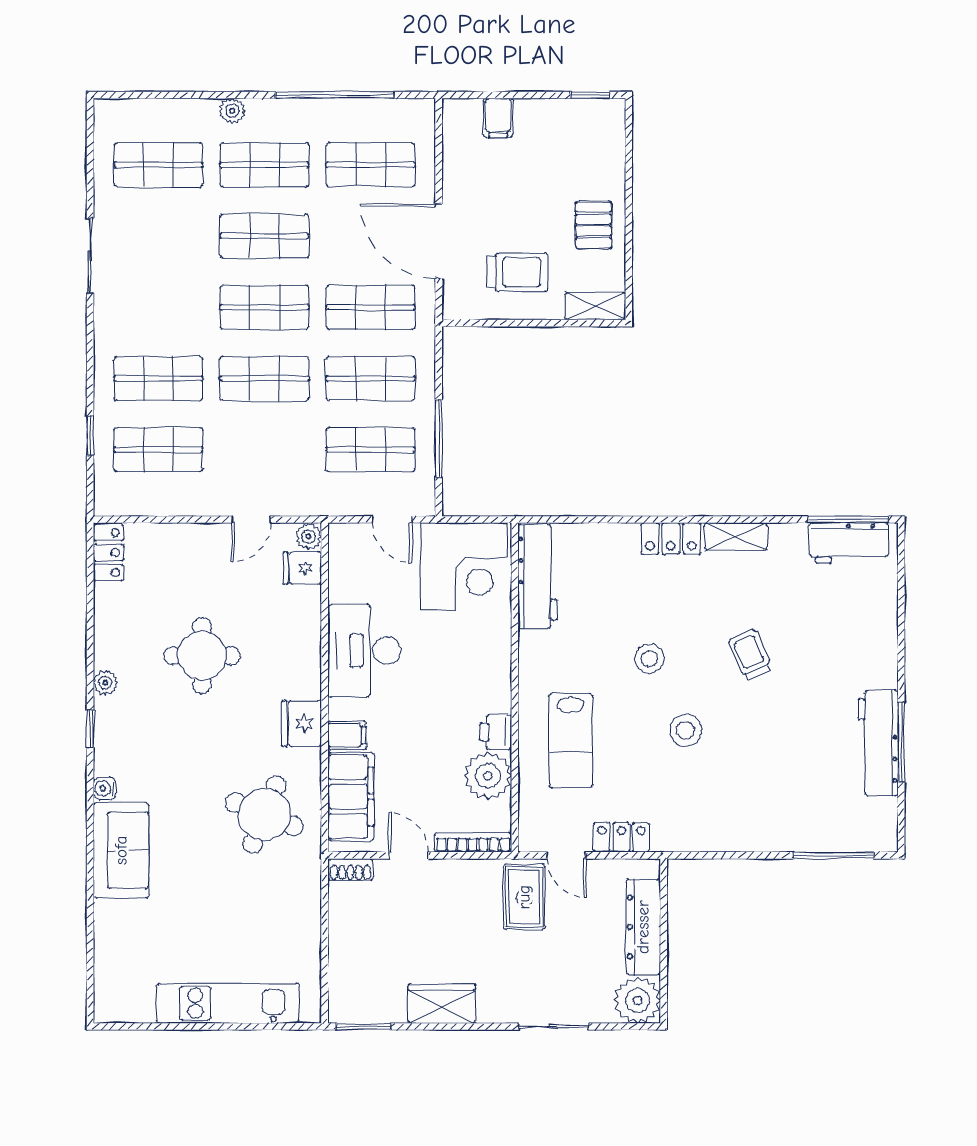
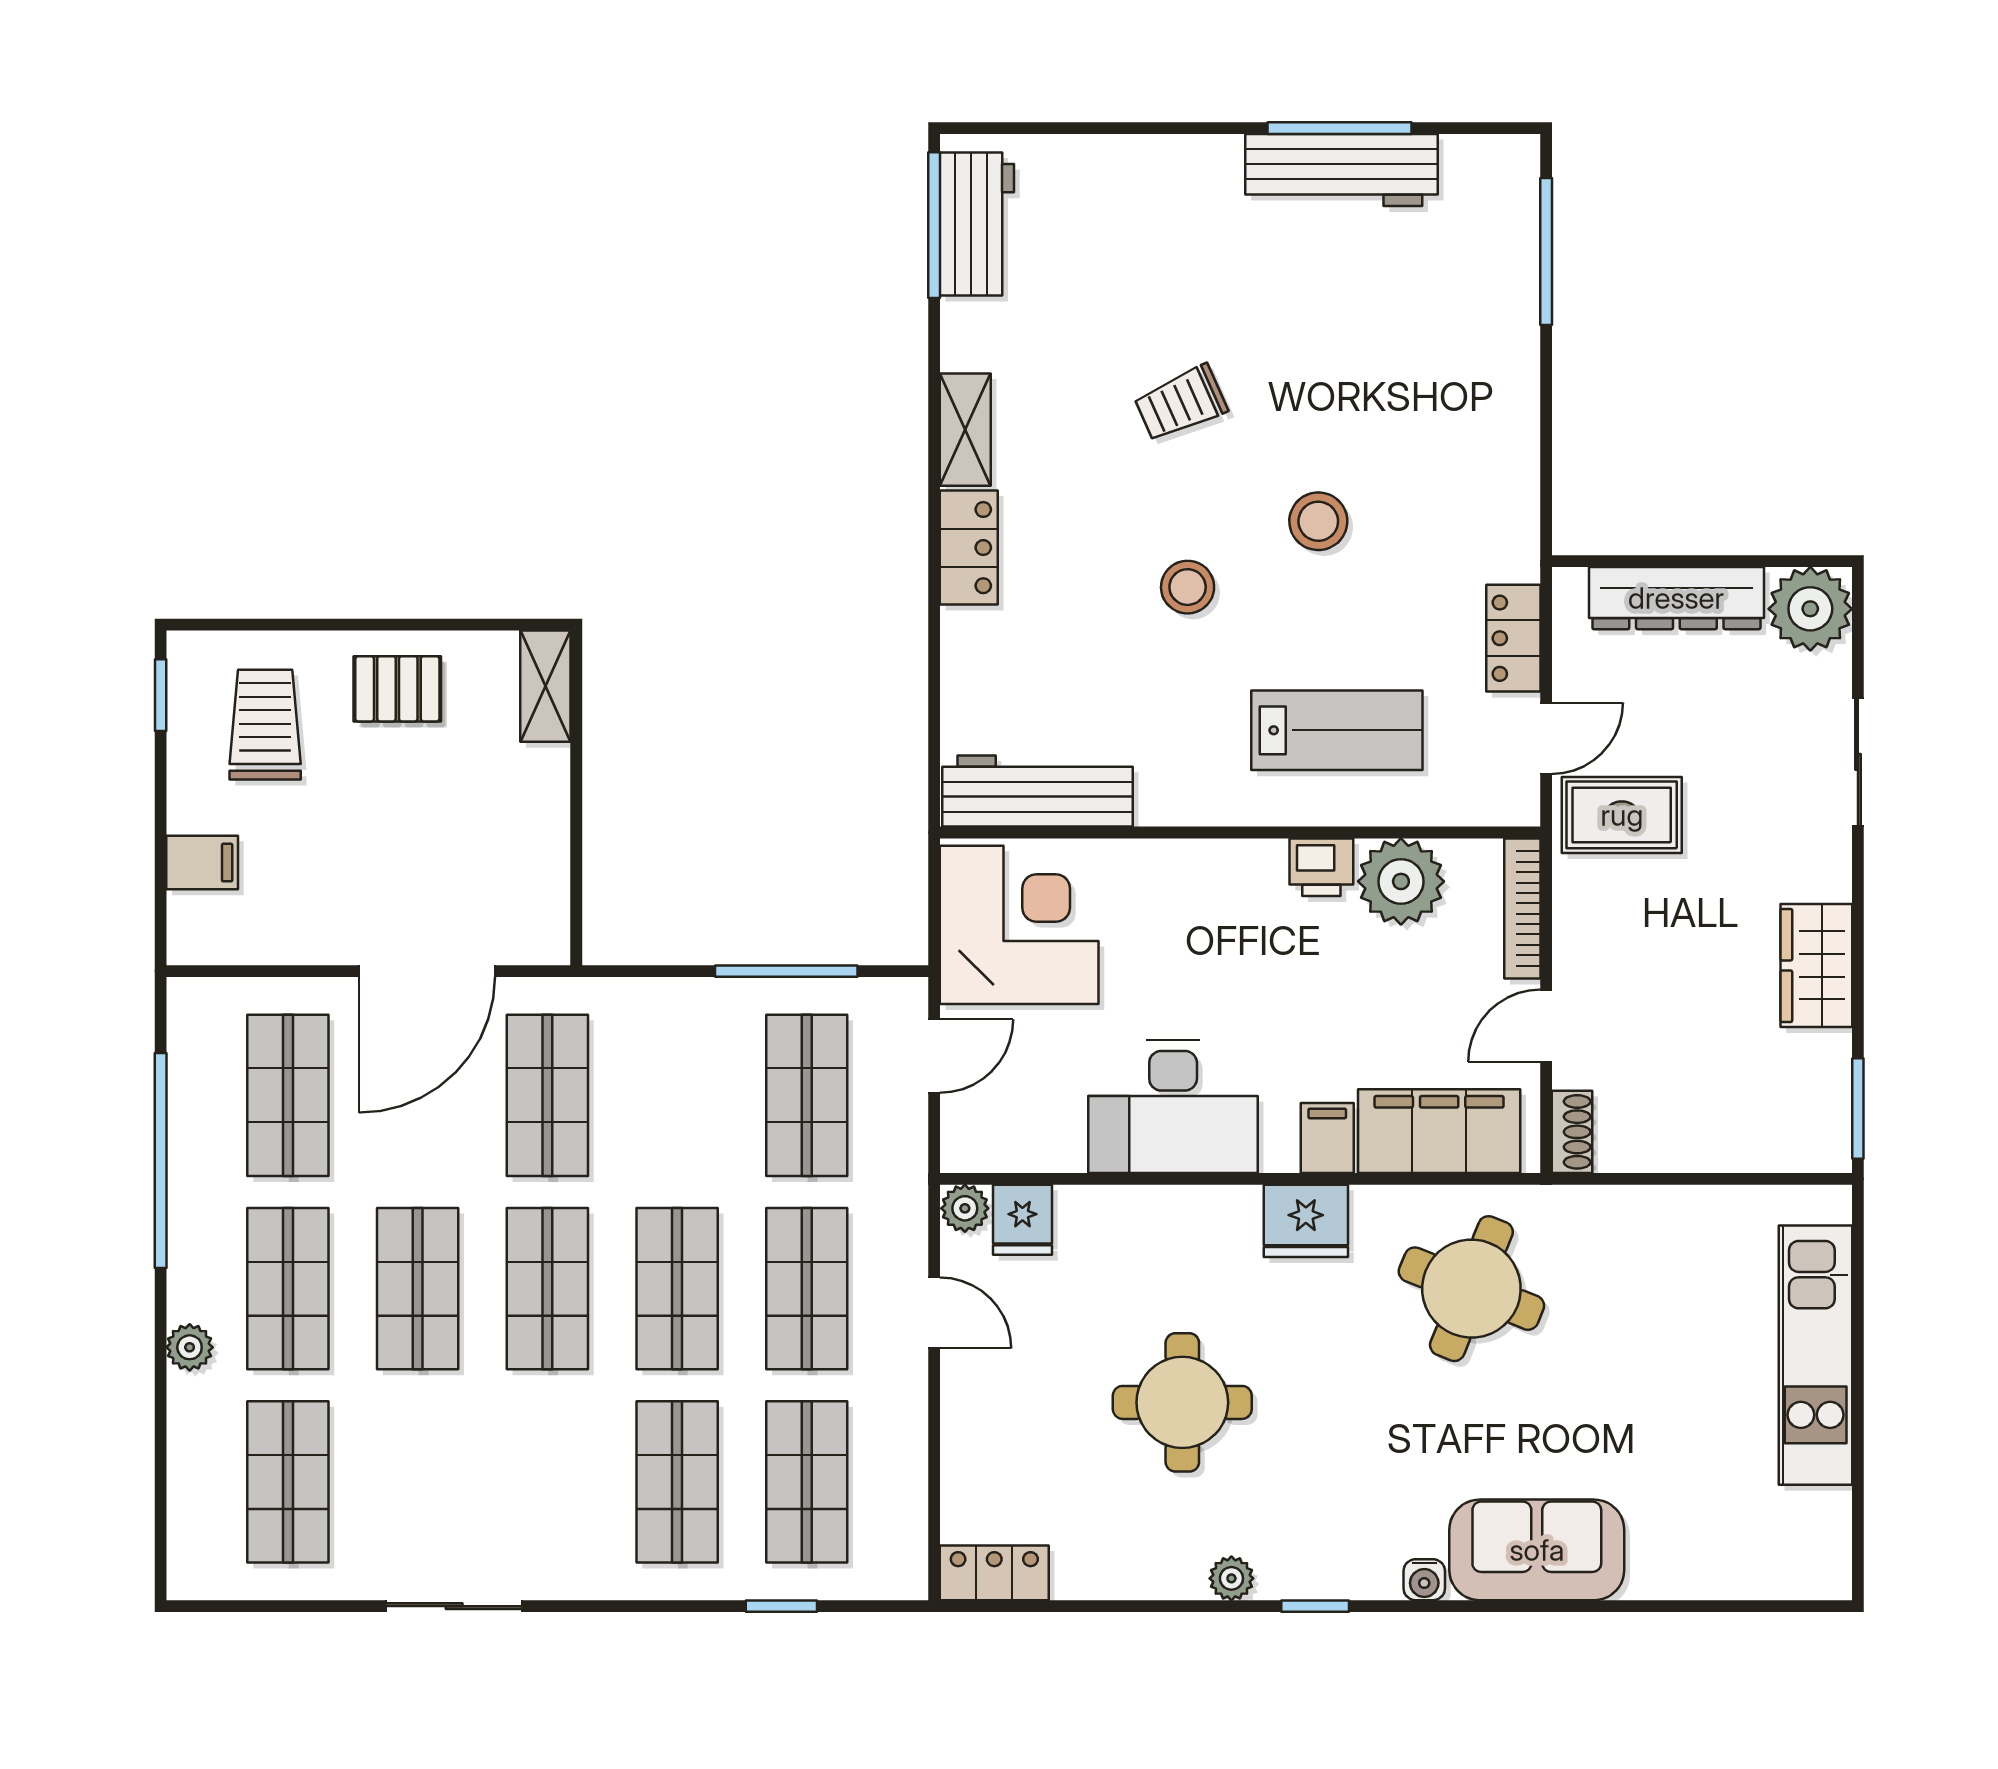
trolley: (517, 272) -> (265, 725), moved
shop shelf: (370, 378) -> (807, 1289), moved

